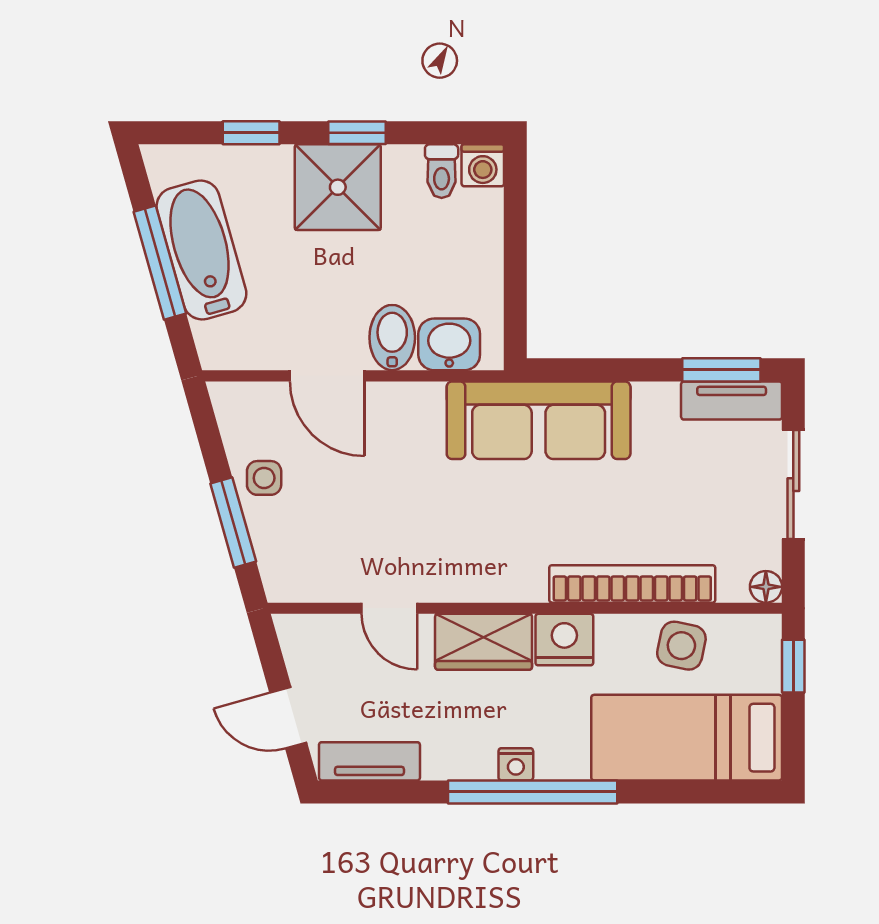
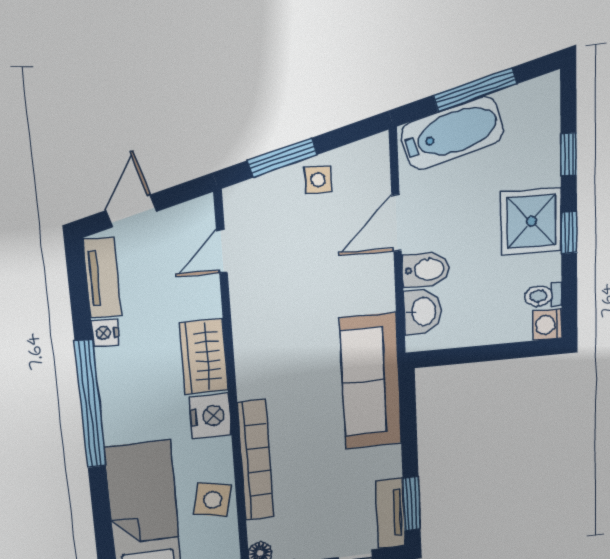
bathtub: (201, 250) -> (453, 133), moved
door: (389, 608) -> (222, 252), moved
nightstand: (516, 764) -> (105, 333), moved

